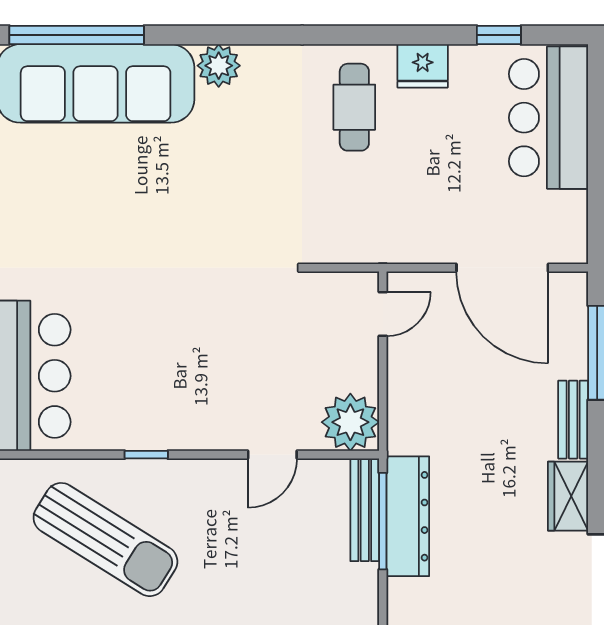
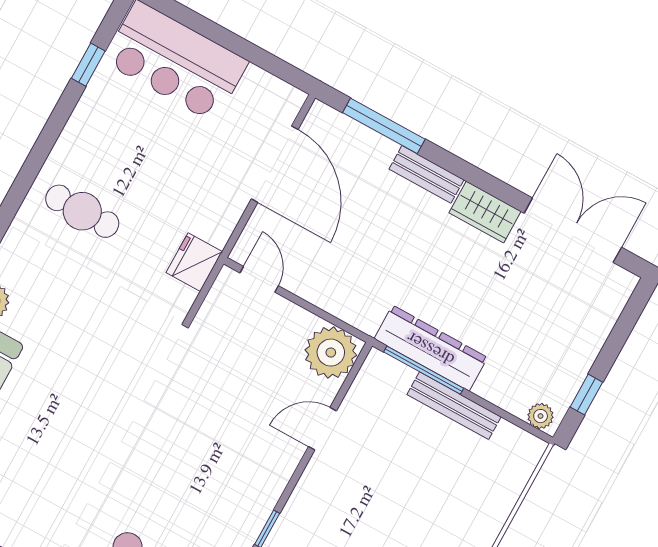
fridge: (423, 66) -> (194, 262), moved, turned 180
door: (502, 268) -> (275, 164), hinge flipped
door: (272, 455) -> (322, 429), swing flipped
bench: (365, 510) -> (454, 406), moved

